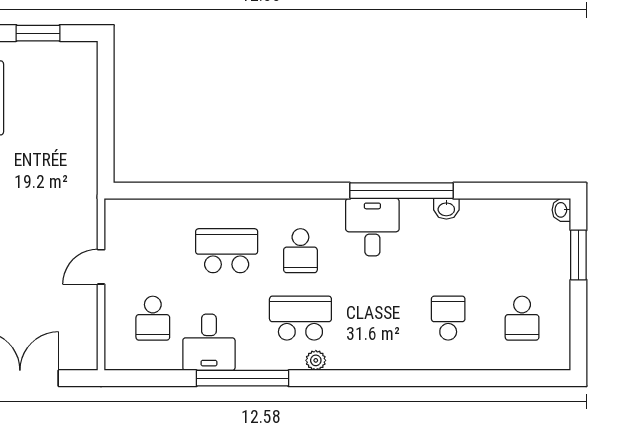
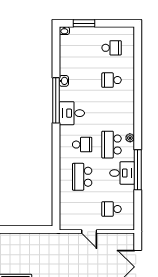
school desk: (153, 318) -> (112, 209), turned 180
desk: (209, 342) -> (122, 173), moved

